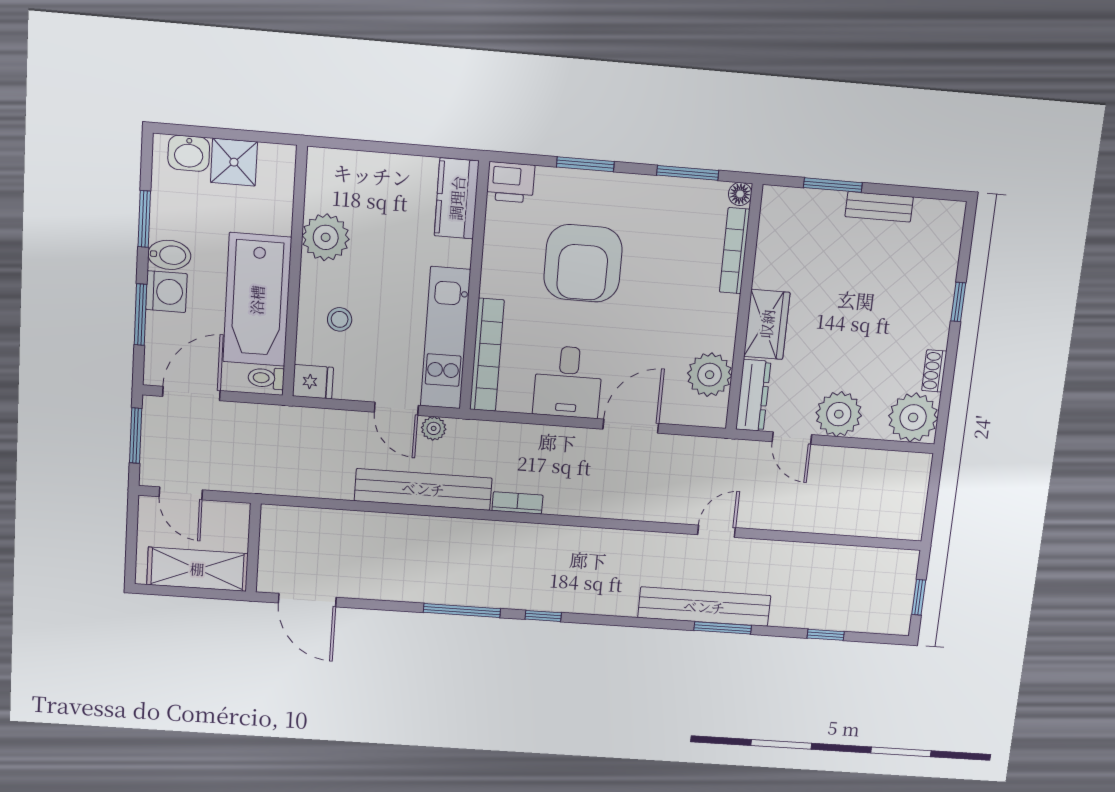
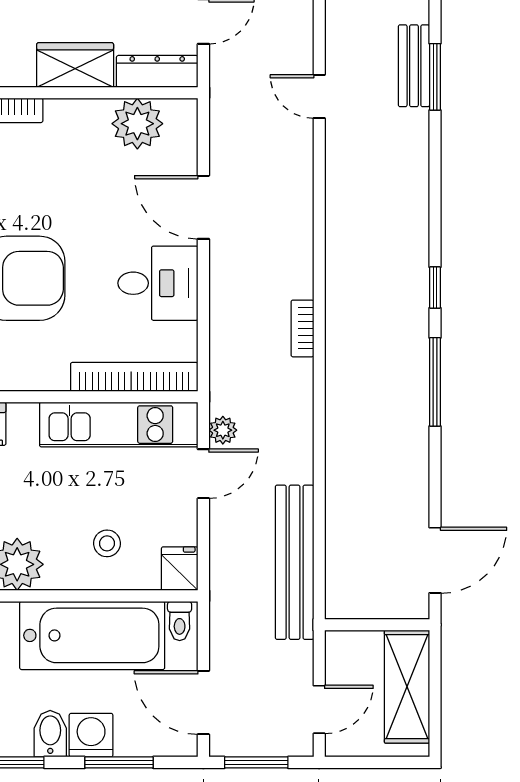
bench: (423, 489) -> (295, 562), moved
bench: (704, 607) -> (414, 66), width x0.54, depth x0.82

